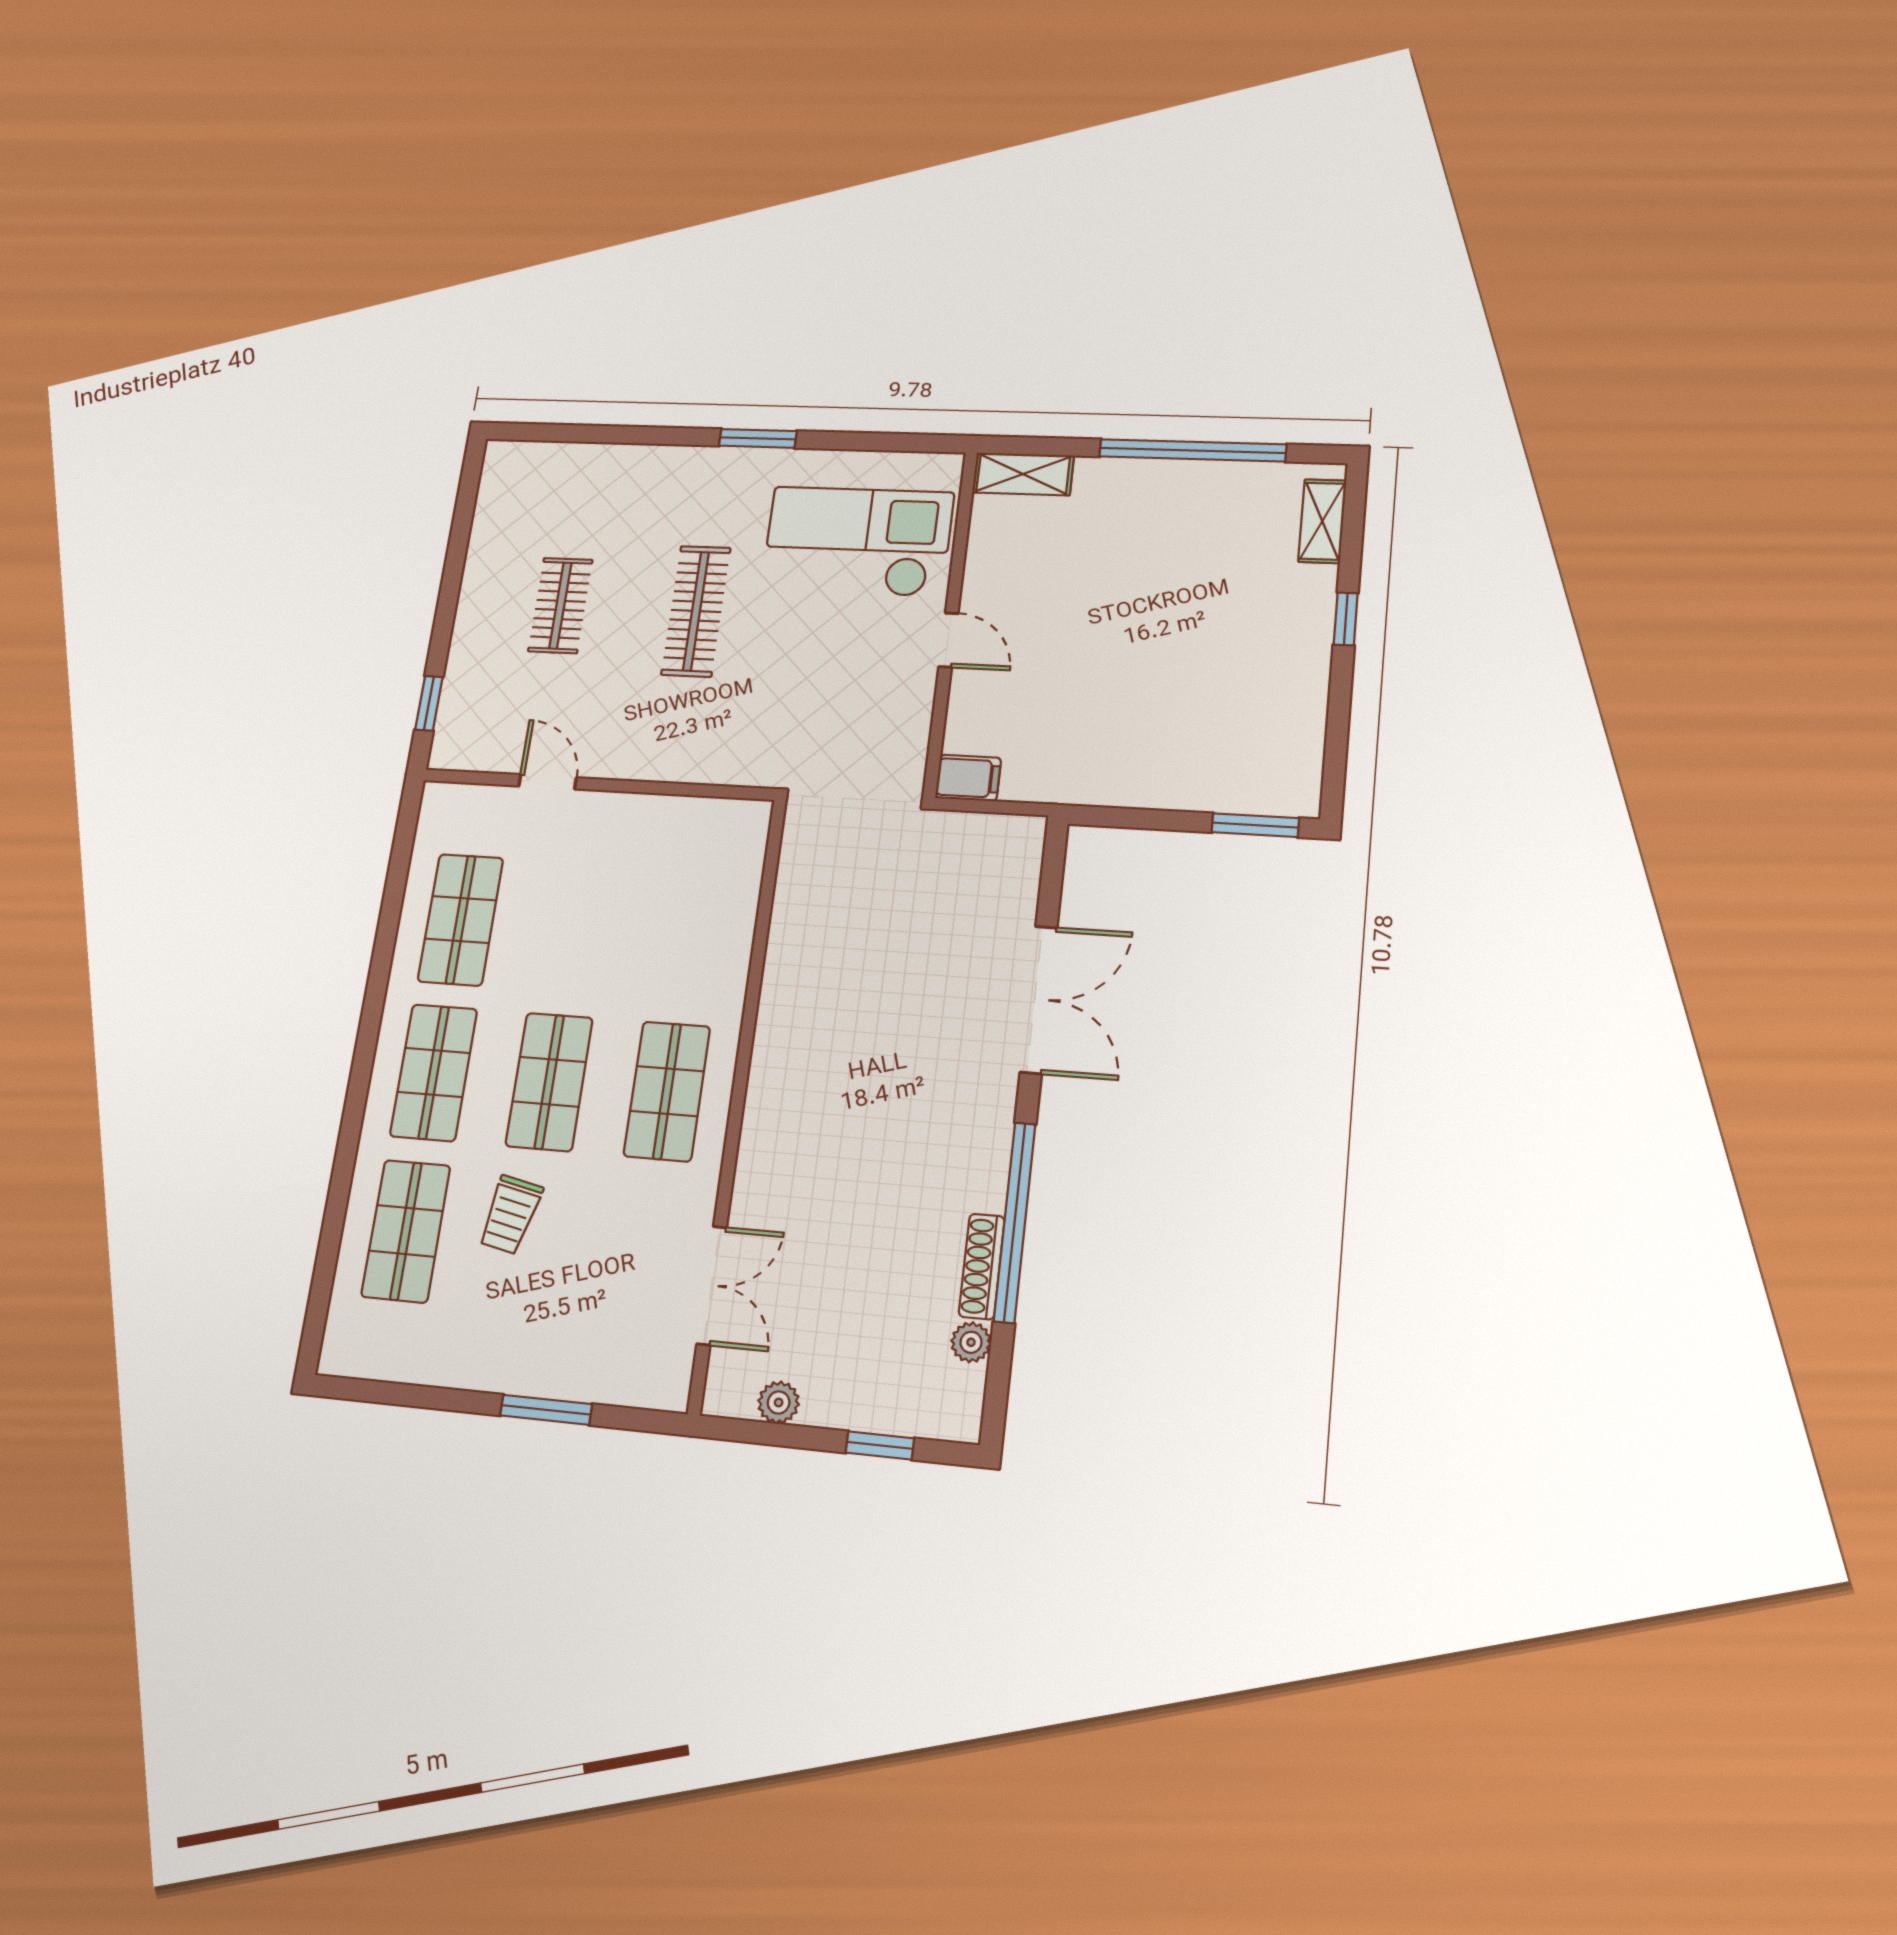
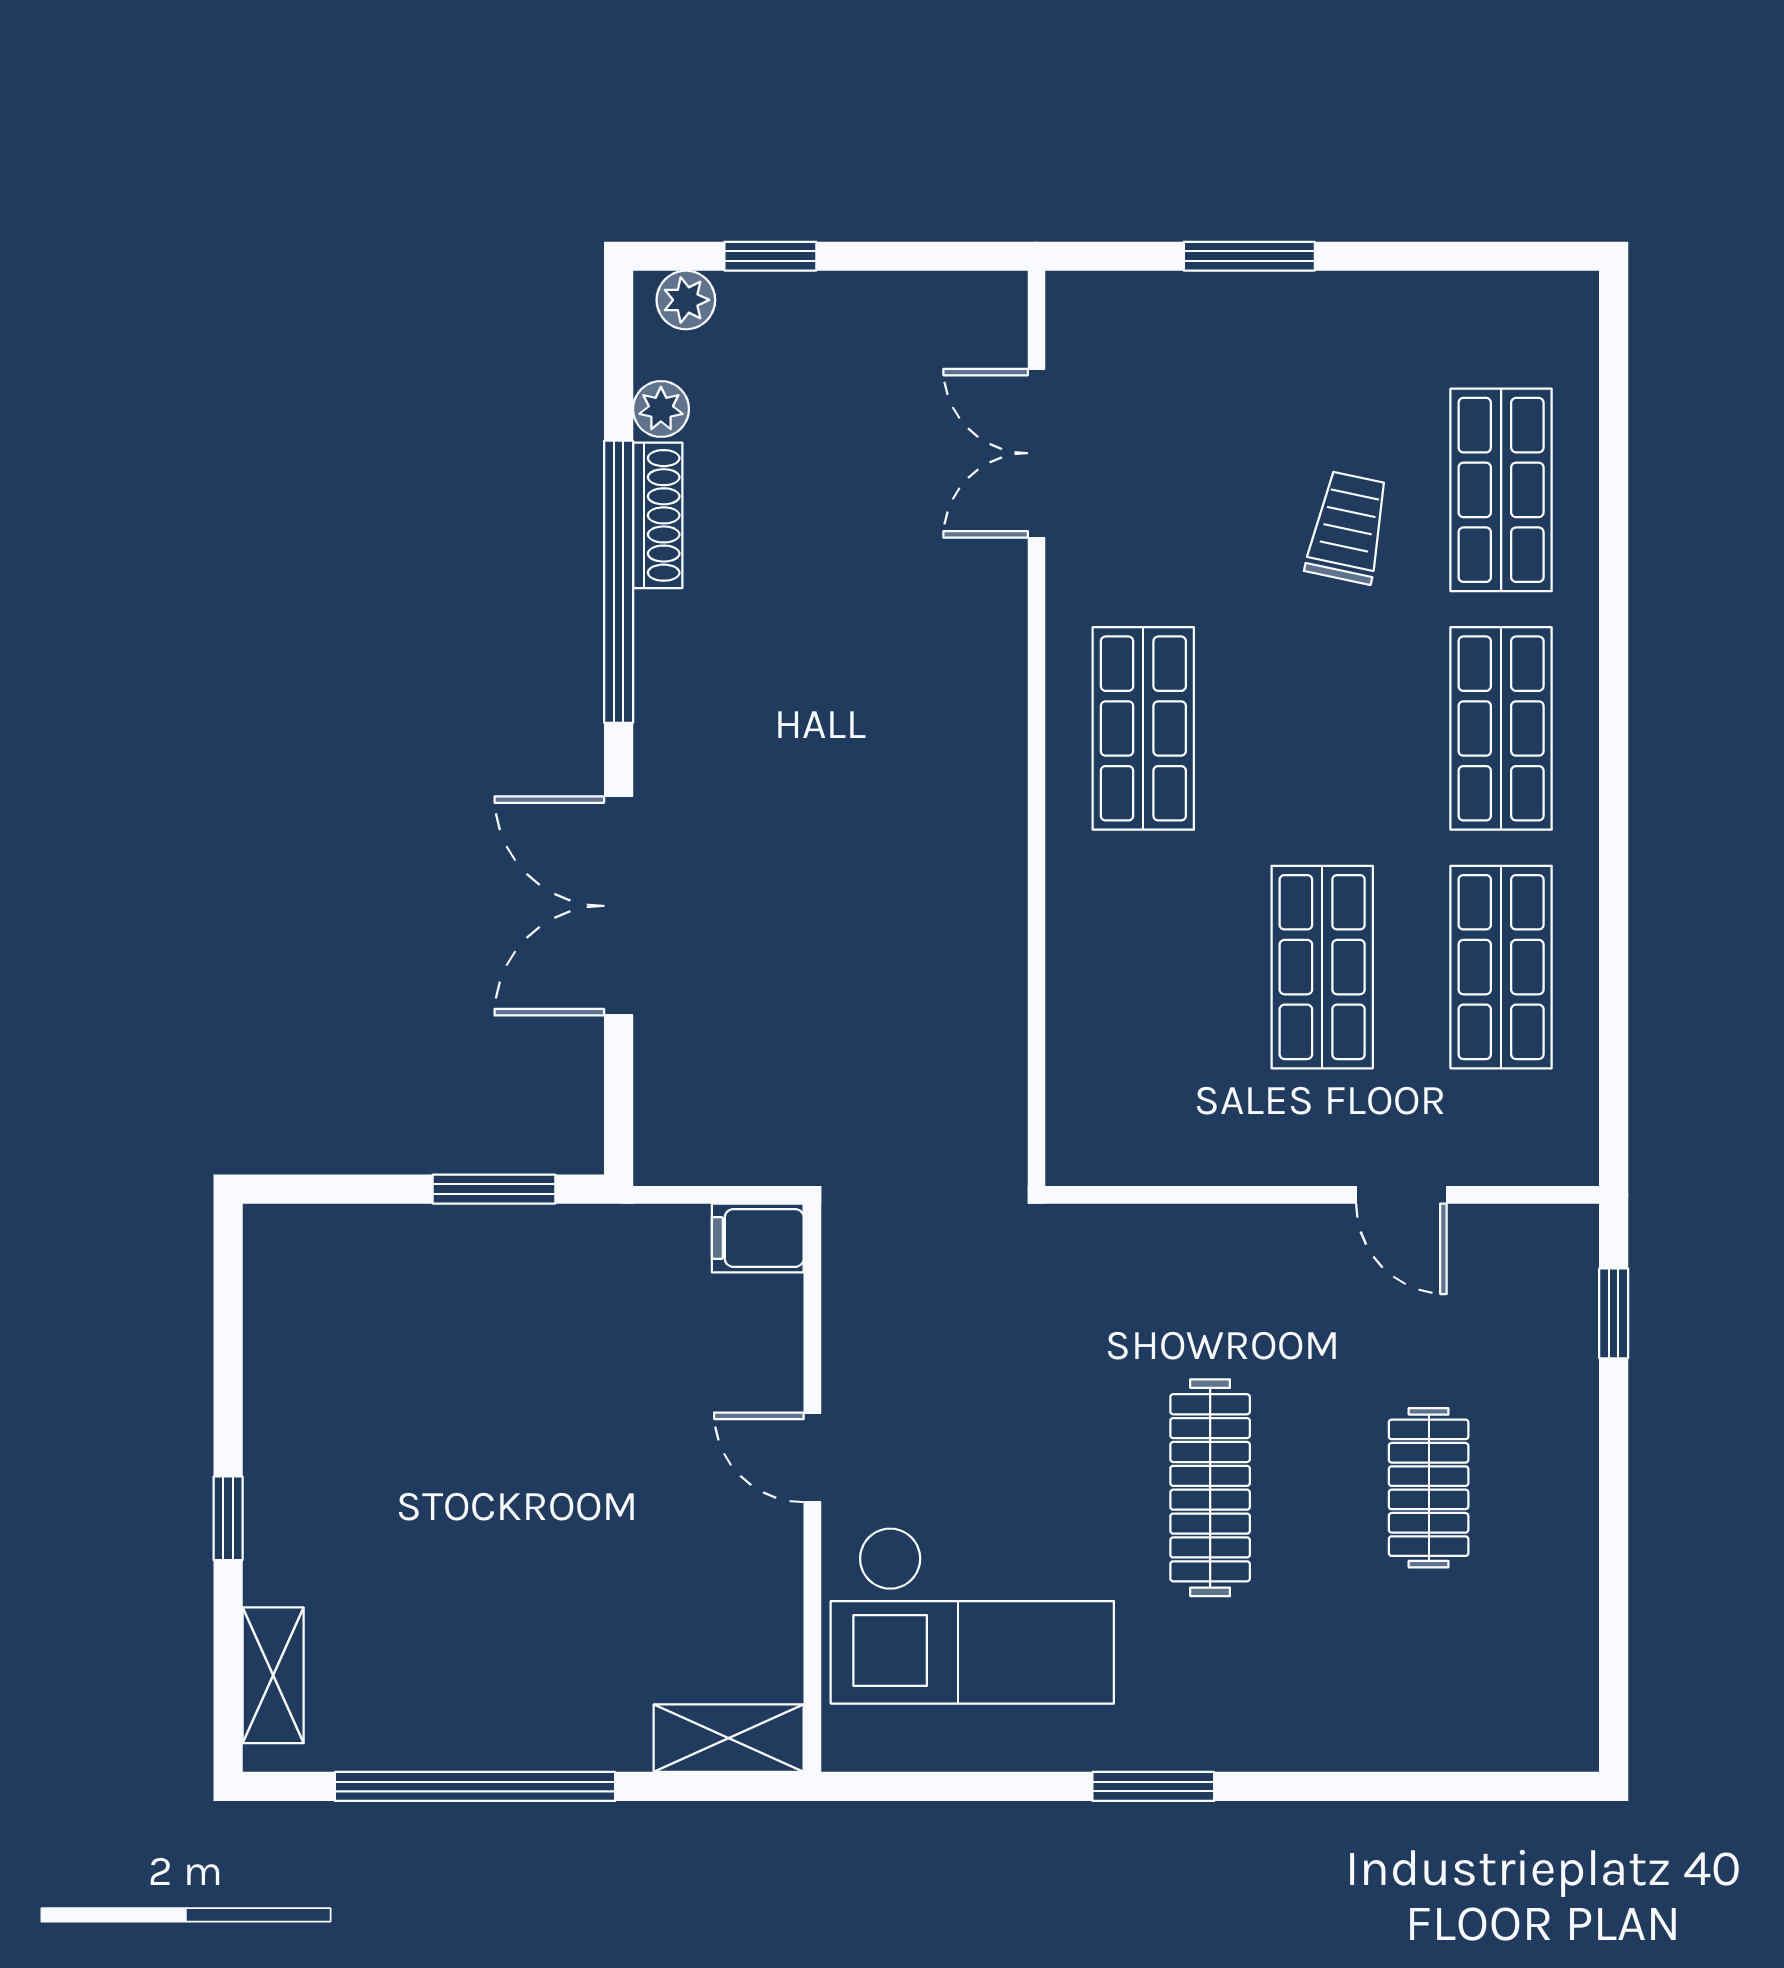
window: (1255, 825) -> (494, 1189), moved
shop shelf: (549, 1082) -> (1322, 967), moved
plant: (779, 1402) -> (686, 300), moved

